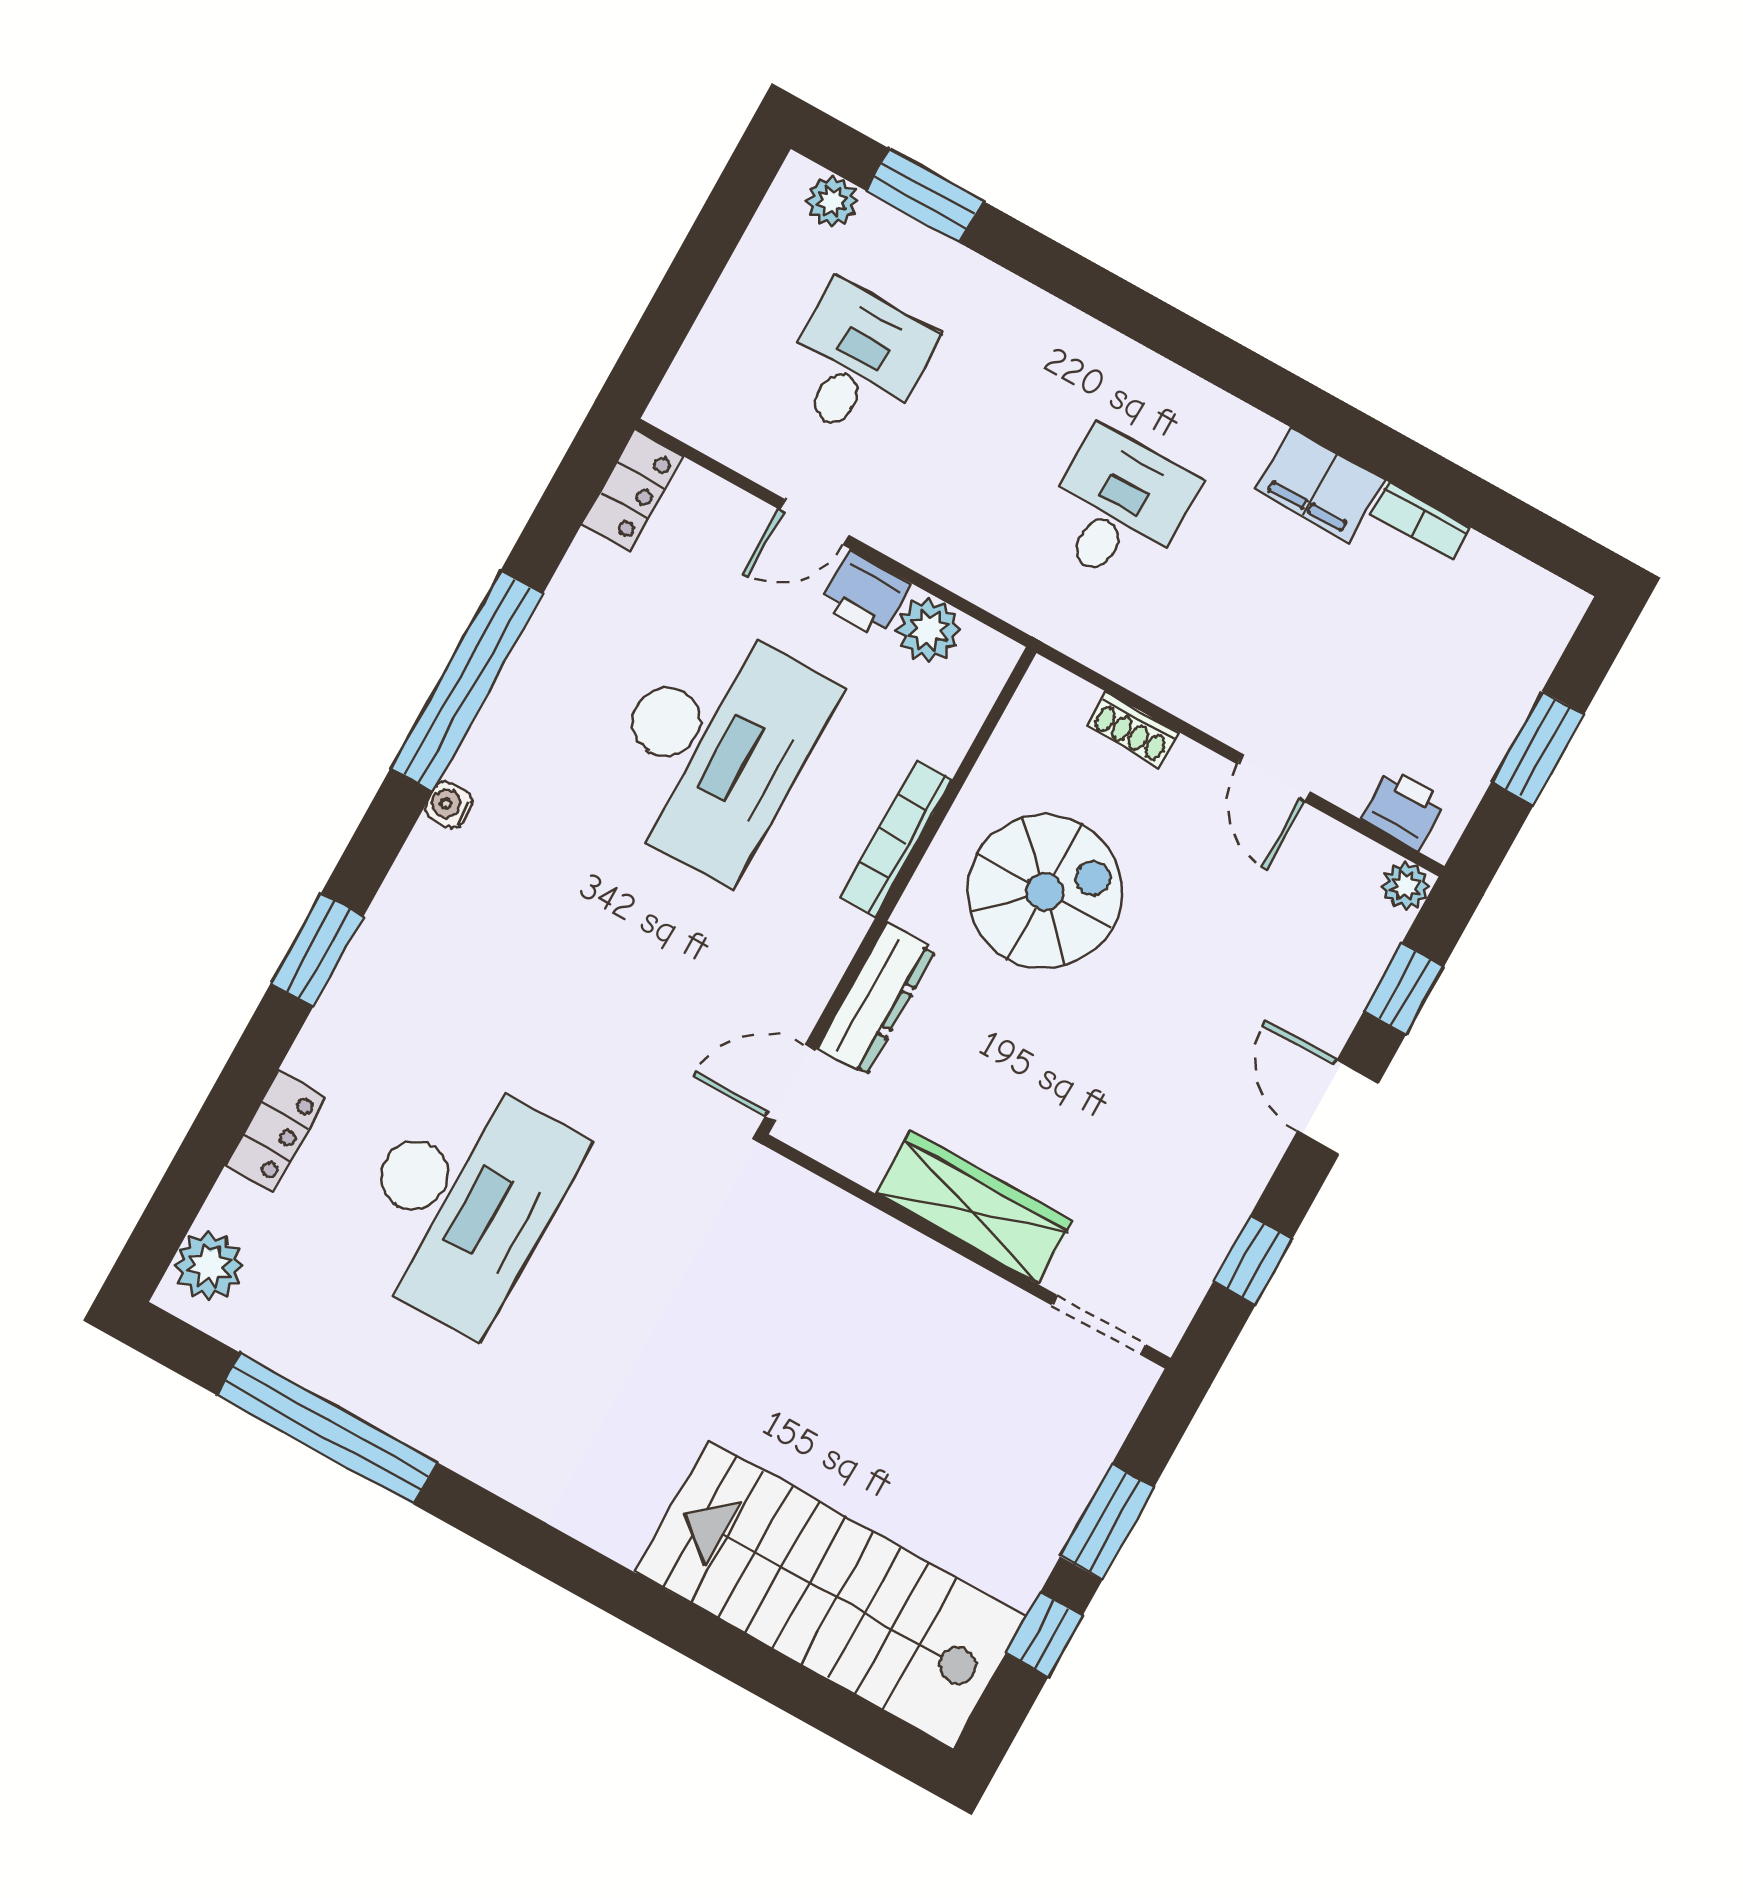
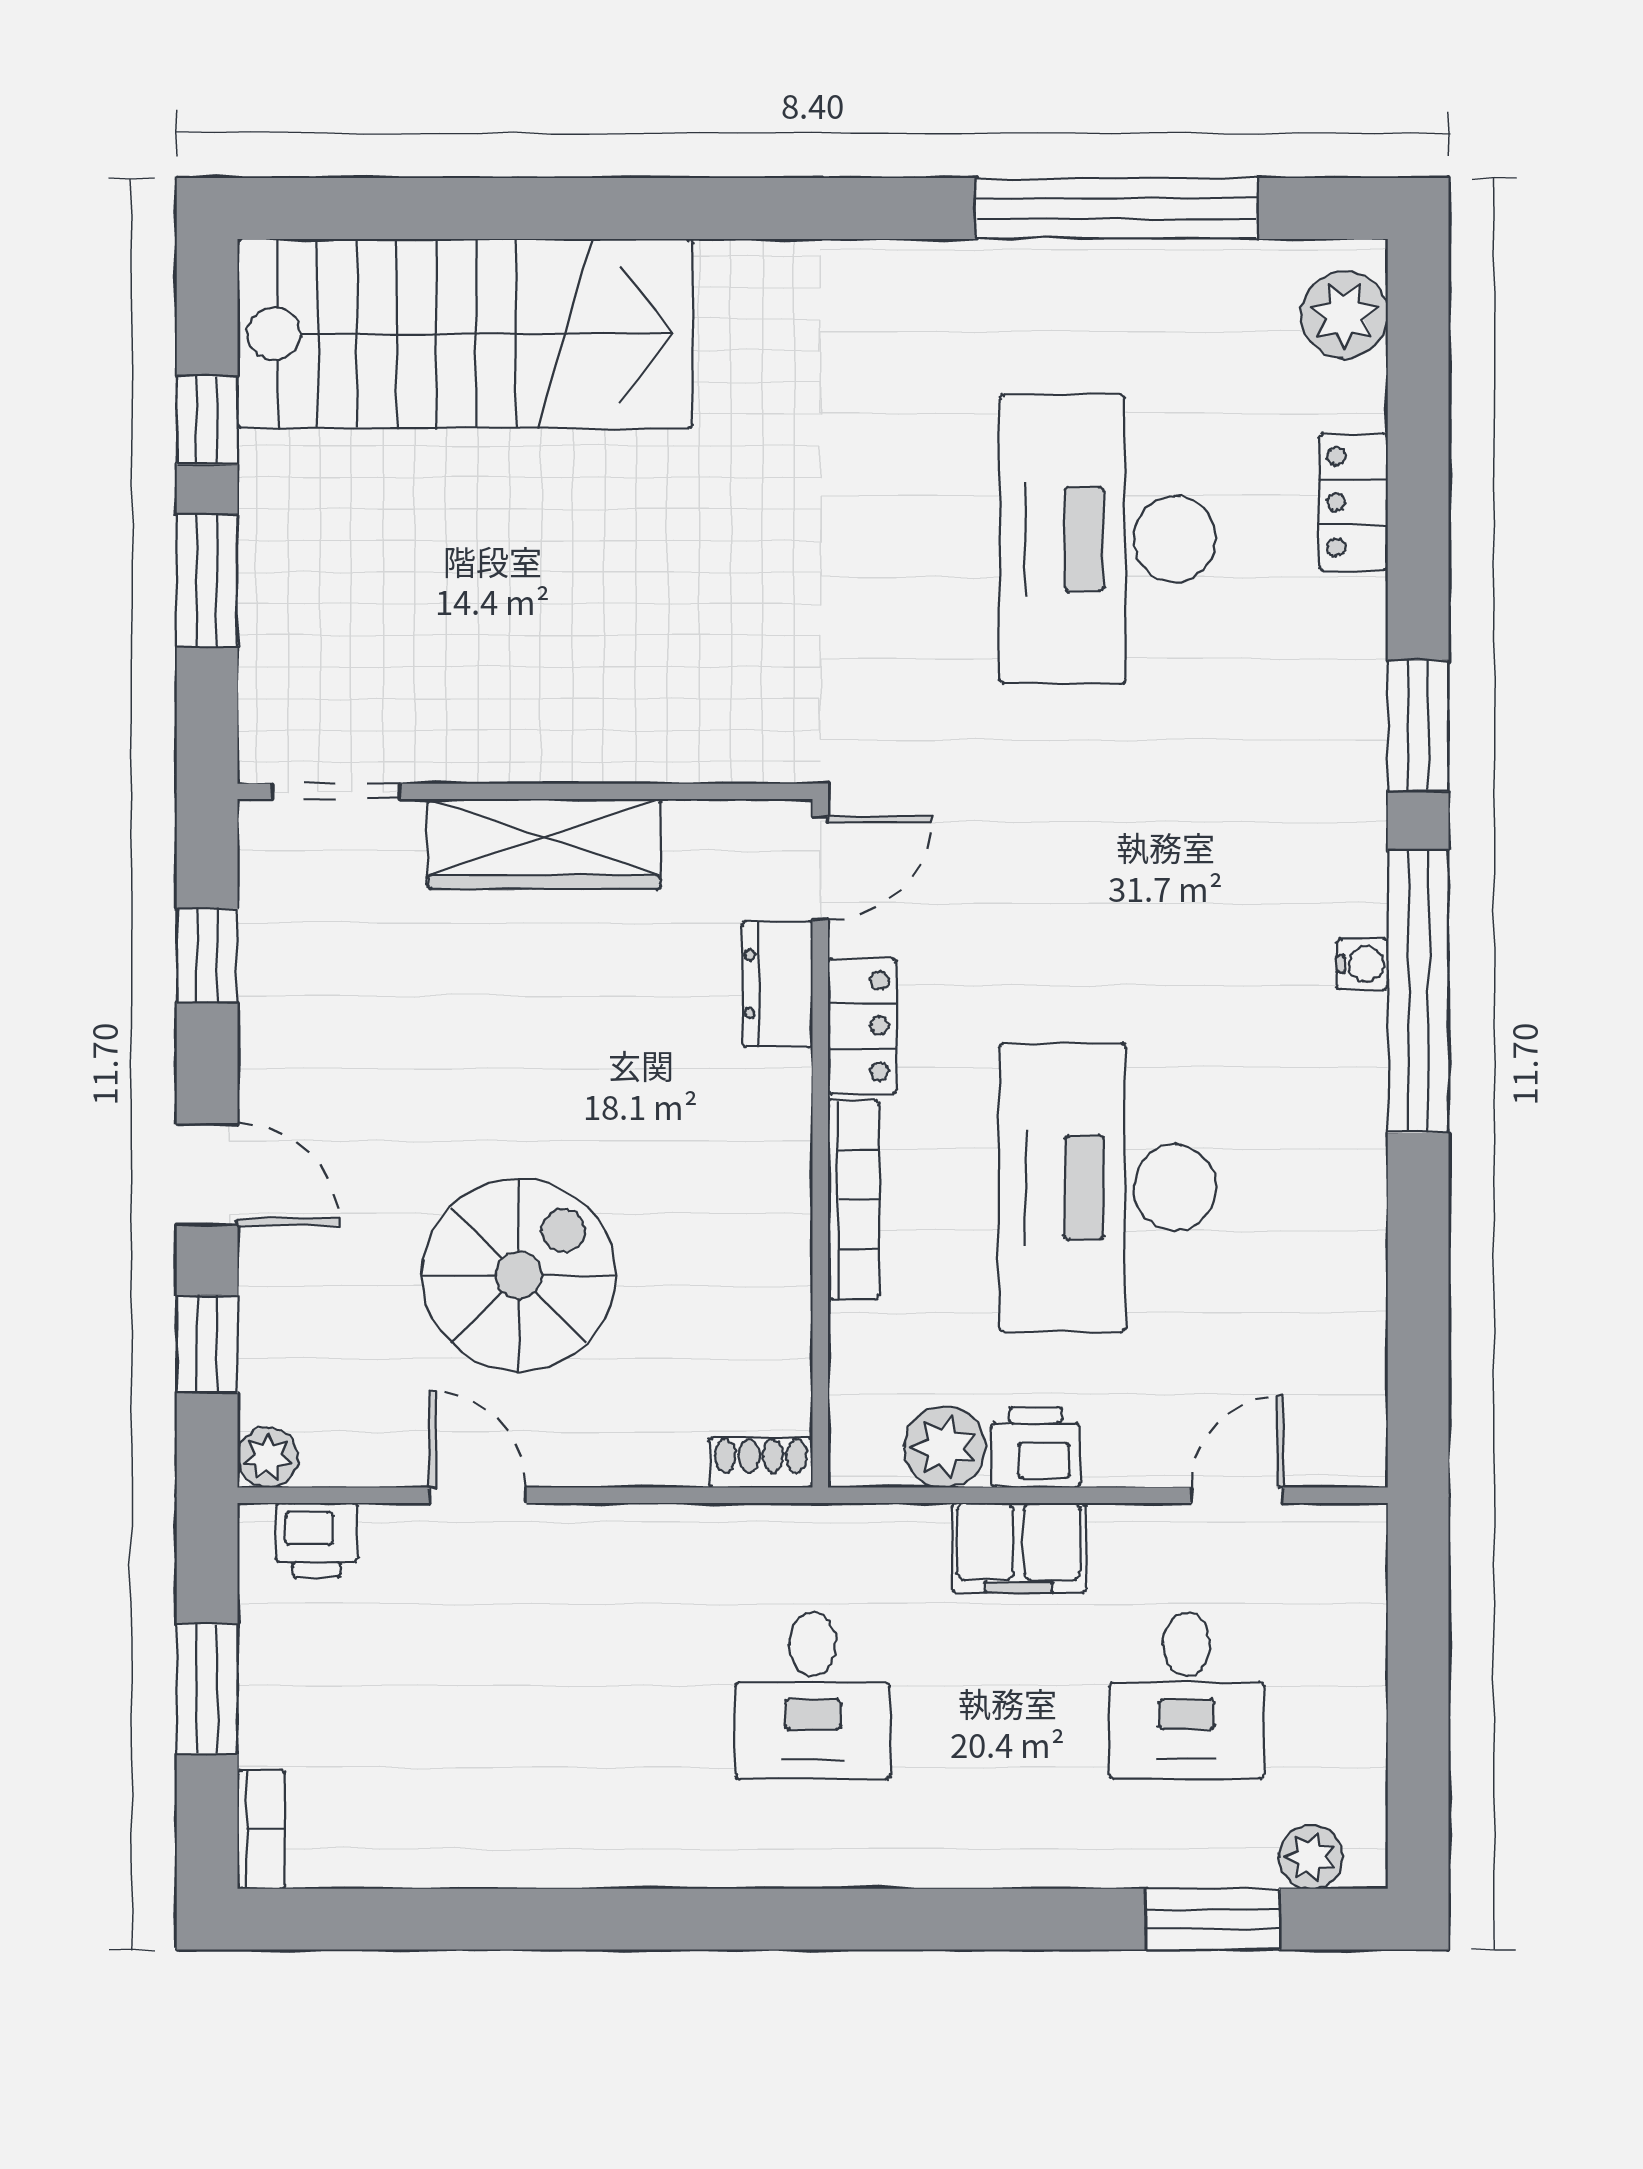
filing cabinet: (1320, 484) -> (1019, 1548), moved, turned 180
locker: (632, 490) -> (862, 1026), moved, turned 180
bookcase: (1420, 521) -> (261, 1830), moved, turned 90
door: (814, 522) -> (1237, 1495), moved
window: (467, 681) -> (1418, 991), moved
shoe rack: (1132, 729) -> (761, 1463), moved
spiral stairs: (1045, 892) -> (519, 1275), moved, turned 180
dresser: (876, 999) -> (777, 984), width x0.70

